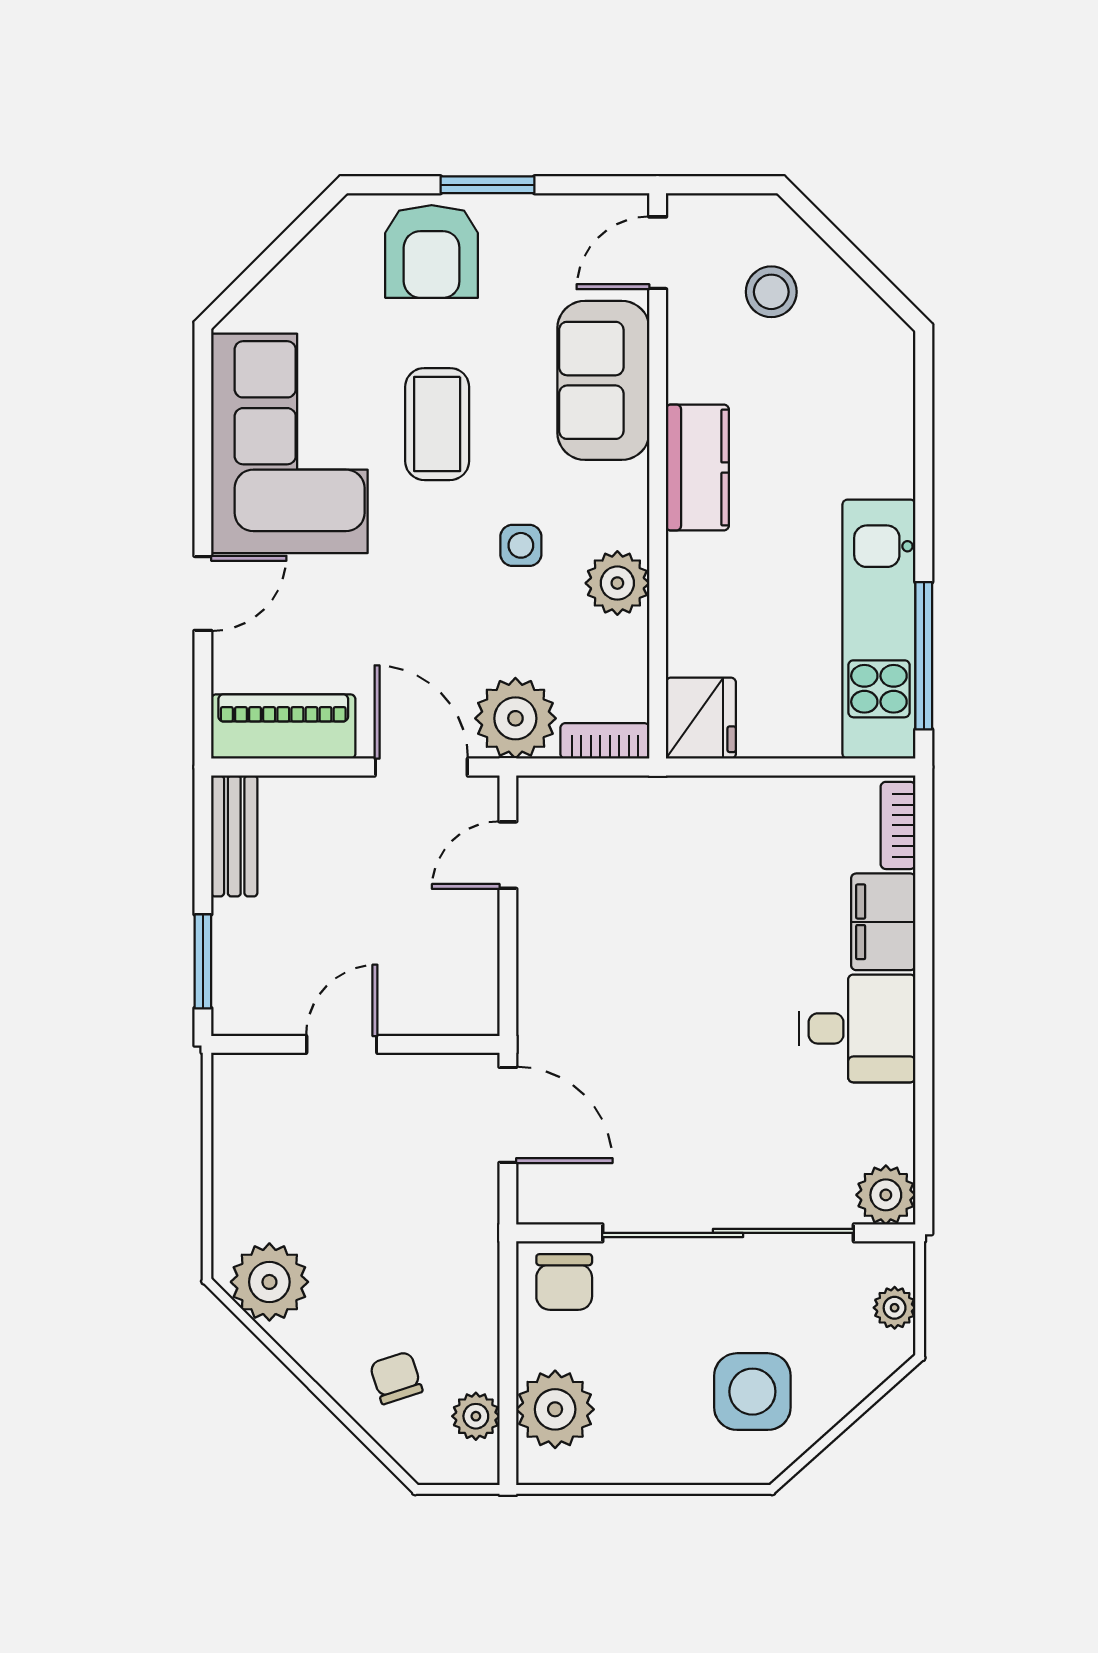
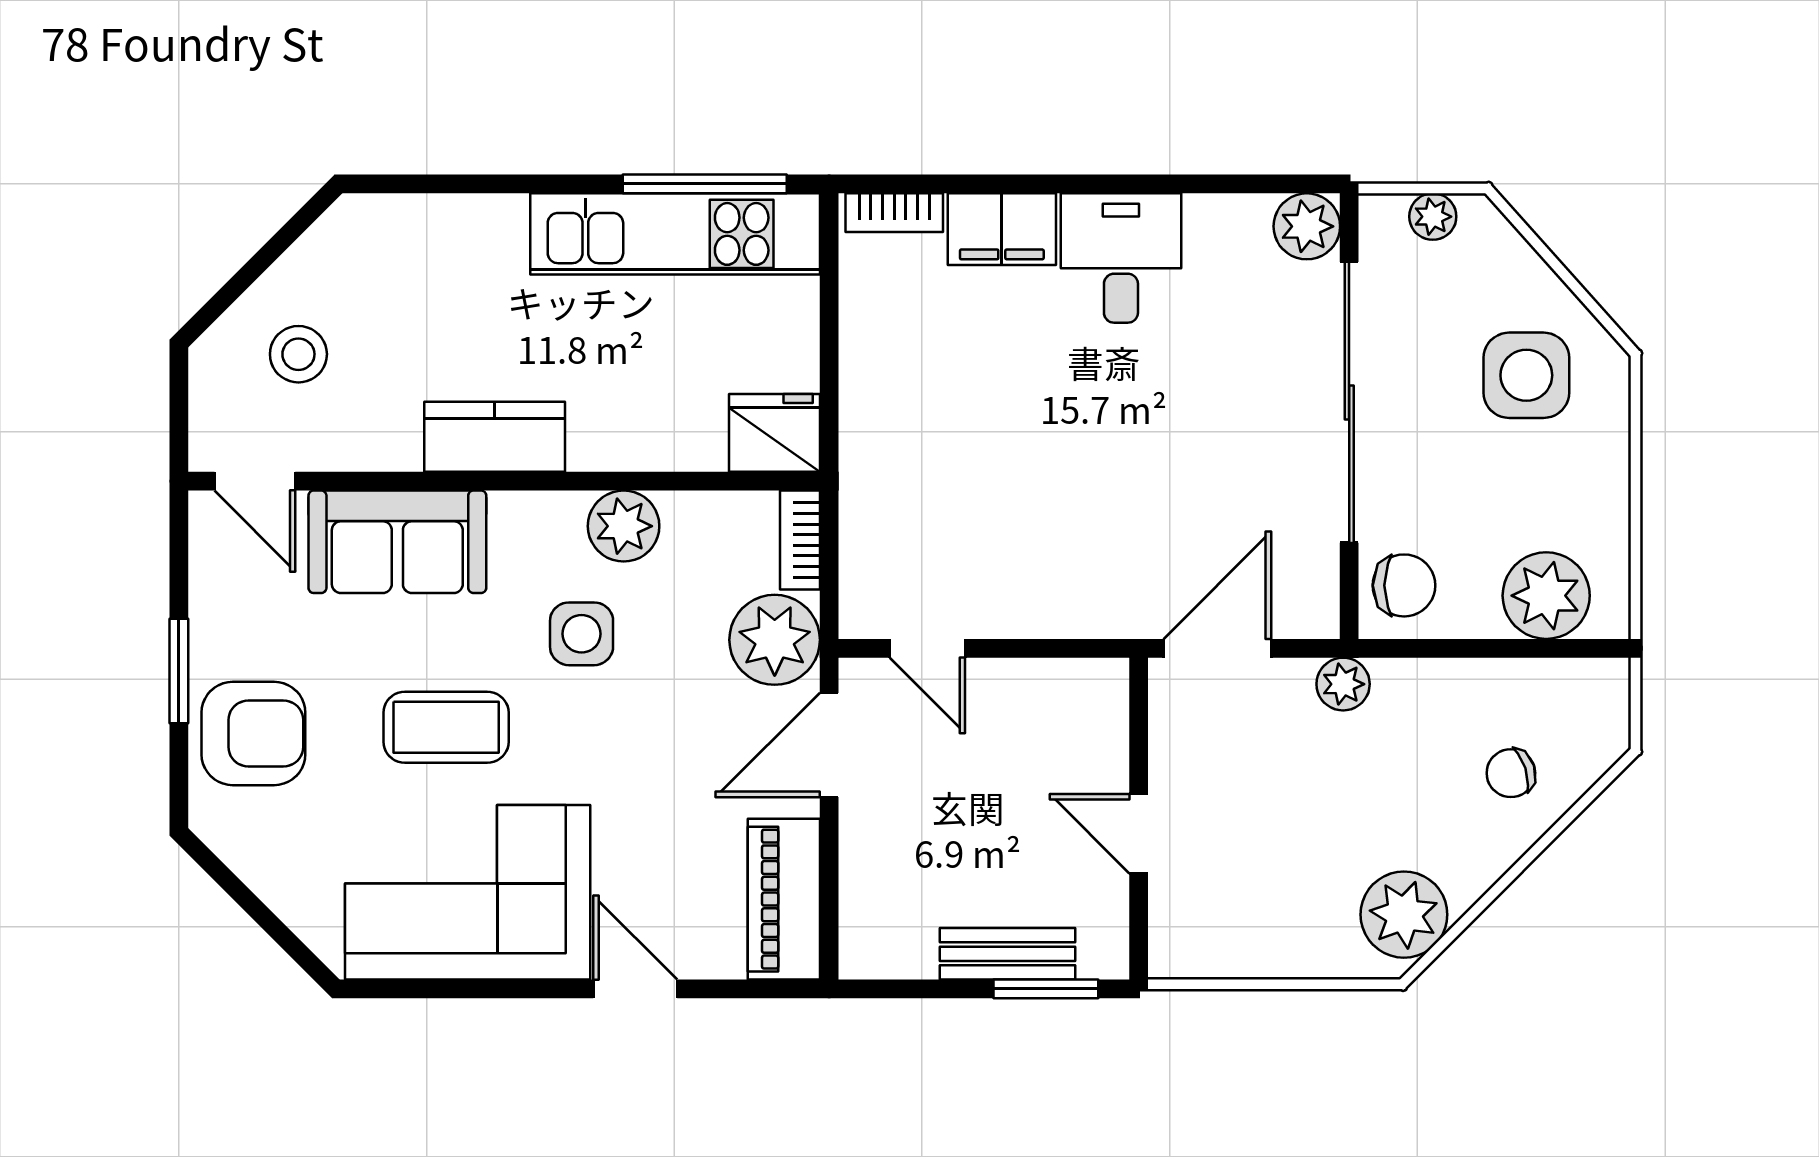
side table: (521, 545) -> (582, 634), width x1.37, depth x1.37
bench: (234, 836) -> (1007, 954), moved
plant: (476, 1416) -> (1343, 684), moved

